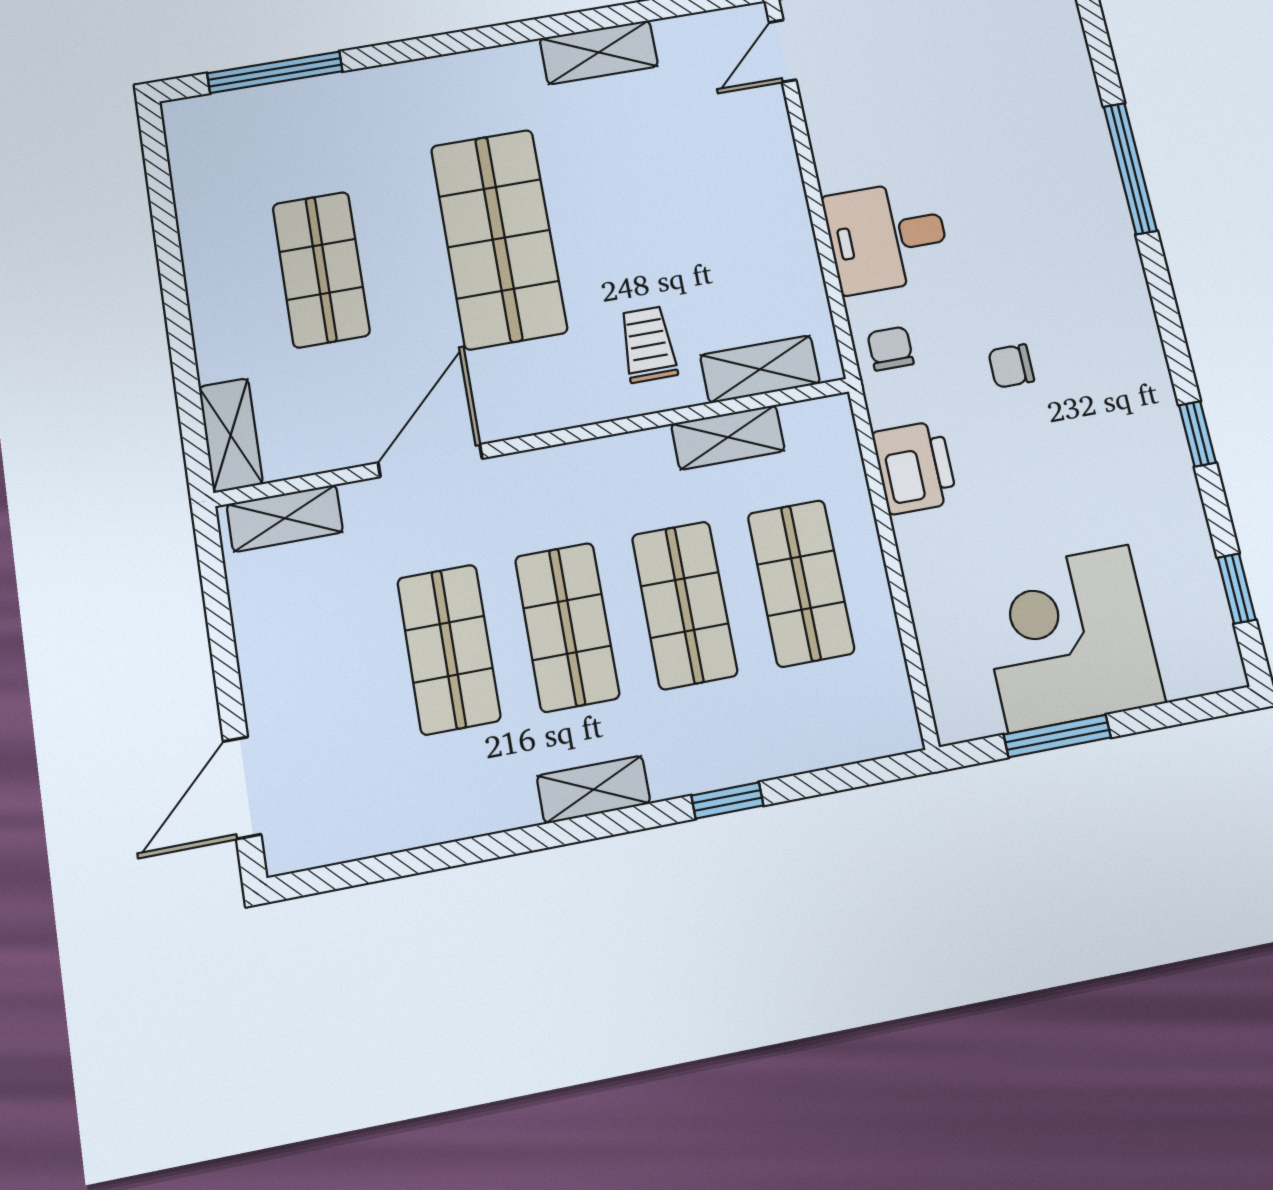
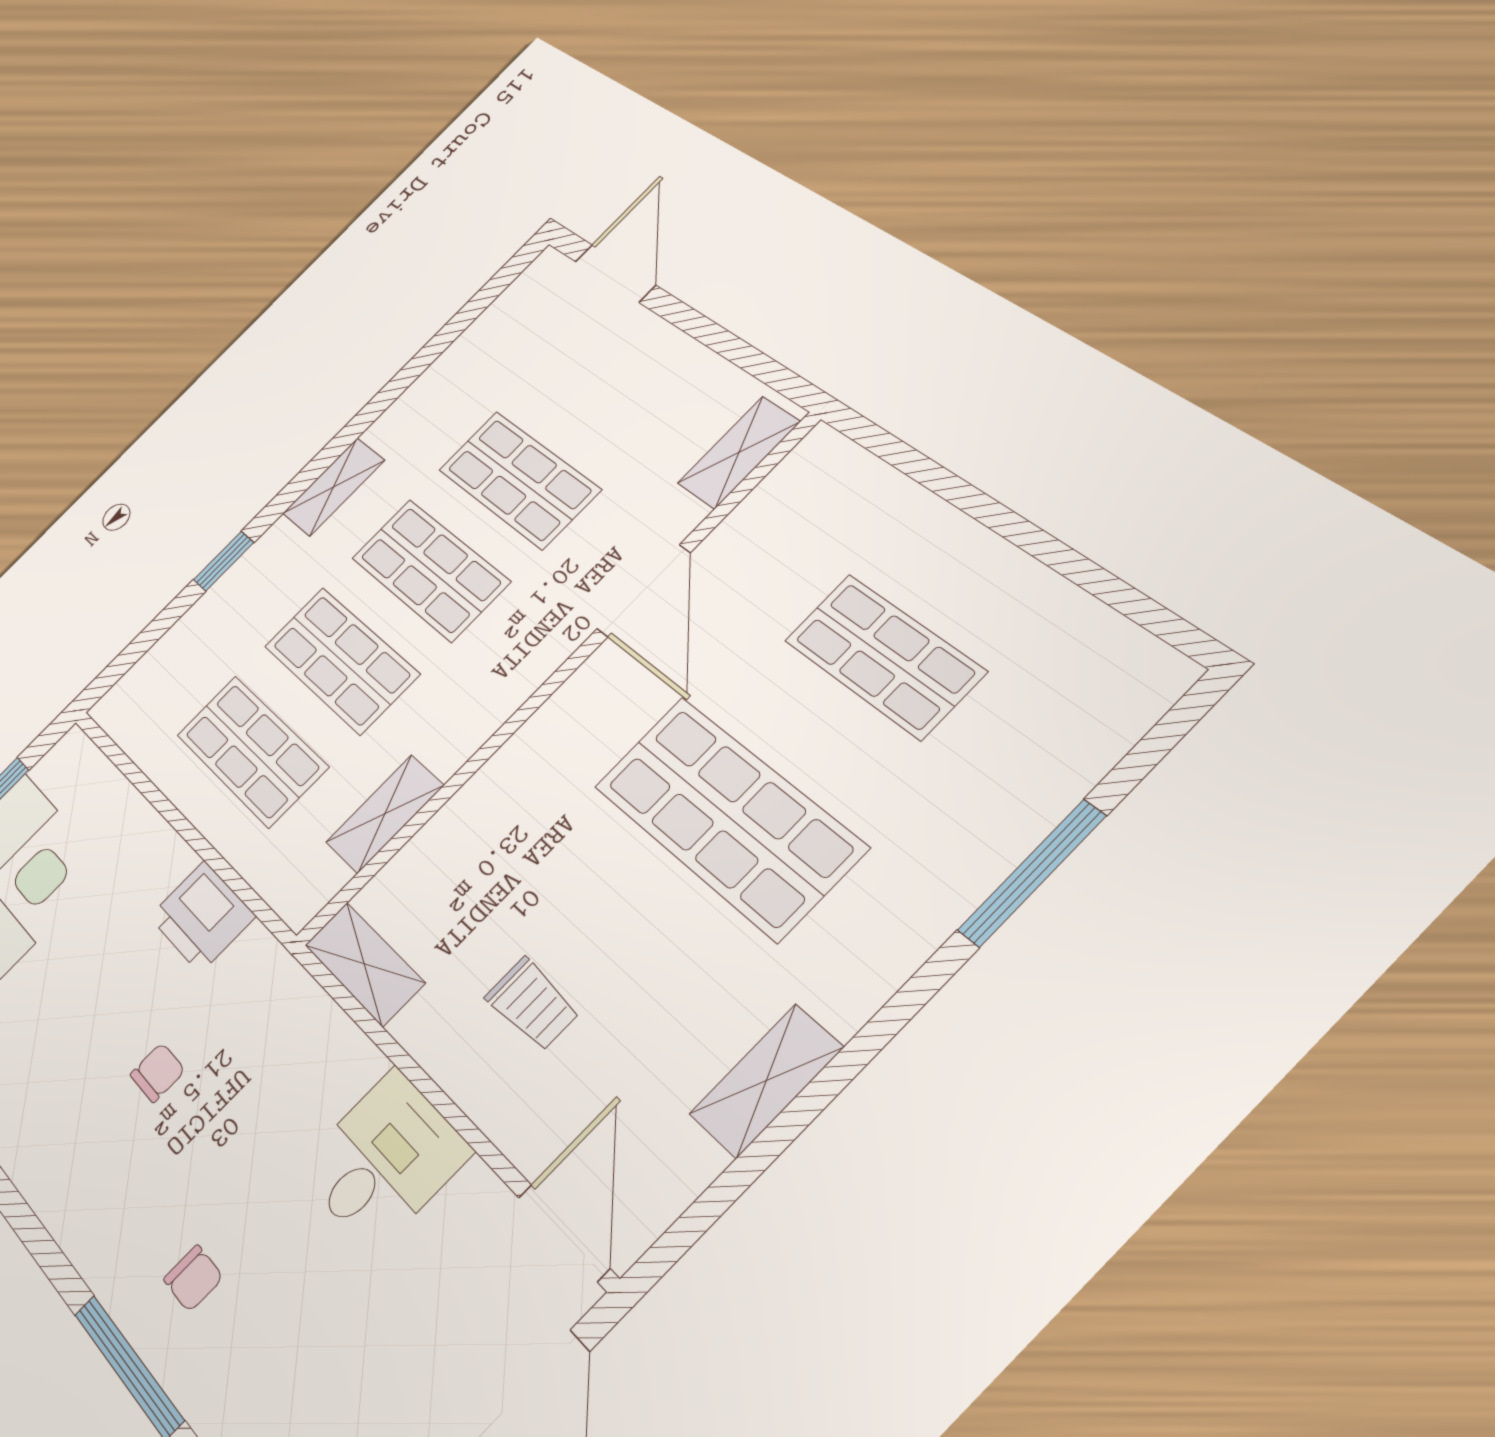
door: (783, 51) -> (564, 1233), width x1.38
window: (275, 72) -> (1032, 873), moved
desk: (887, 237) -> (384, 1160), moved
trolley: (648, 344) -> (532, 1004), moved
chair: (890, 349) -> (193, 1278), moved
shelving: (760, 369) -> (364, 964), moved, turned 90
shelving: (231, 435) -> (846, 469), removed

